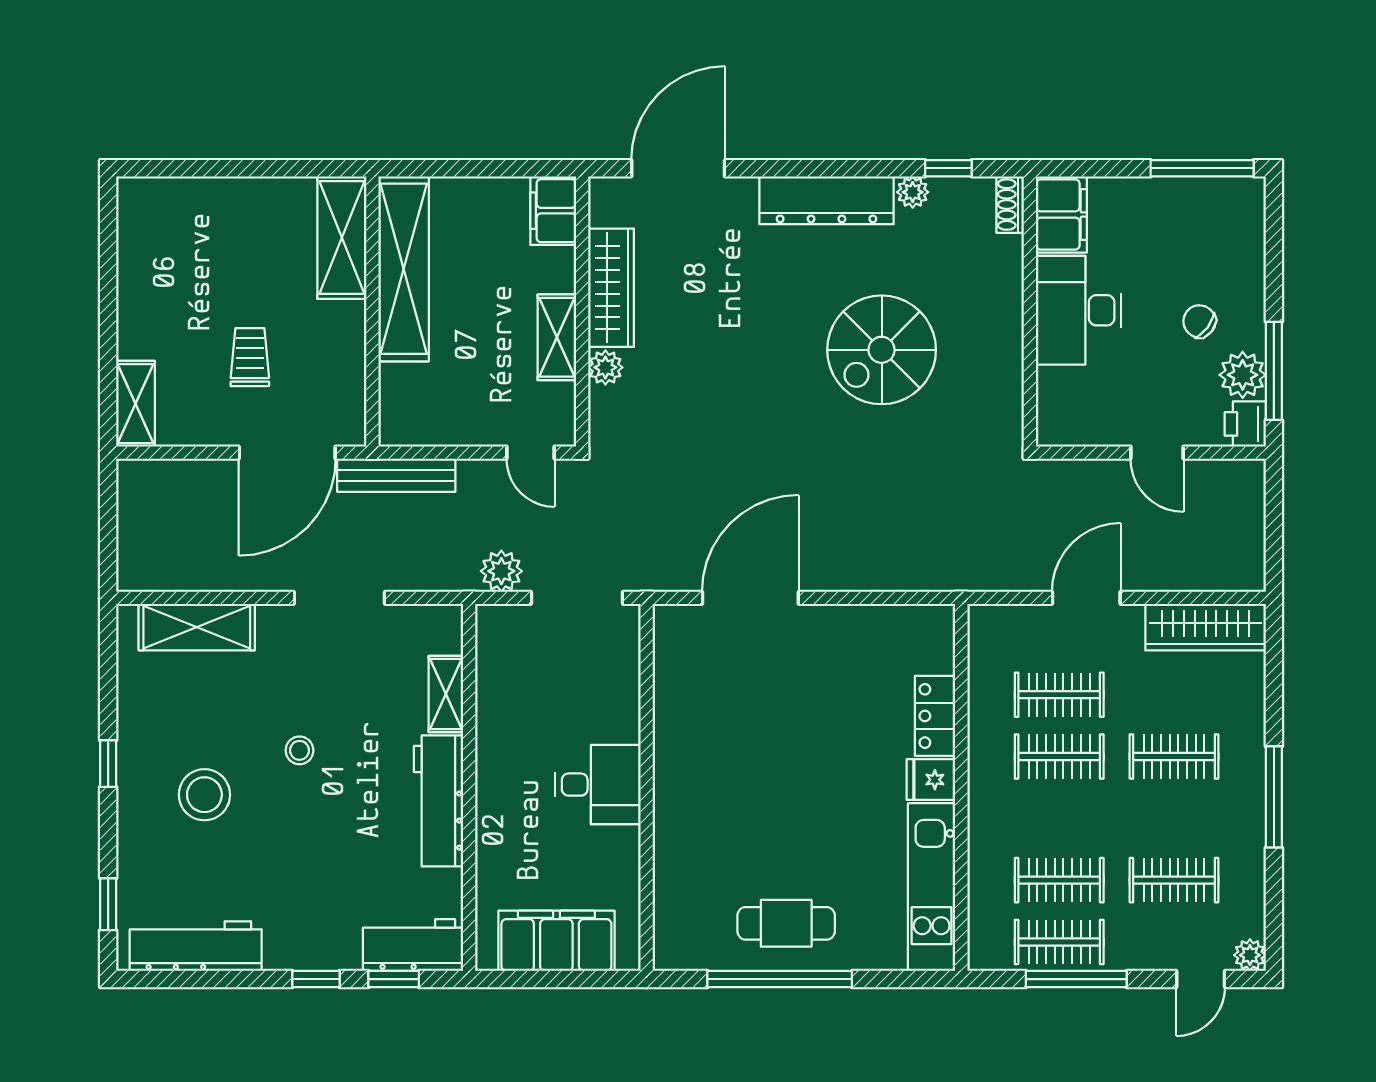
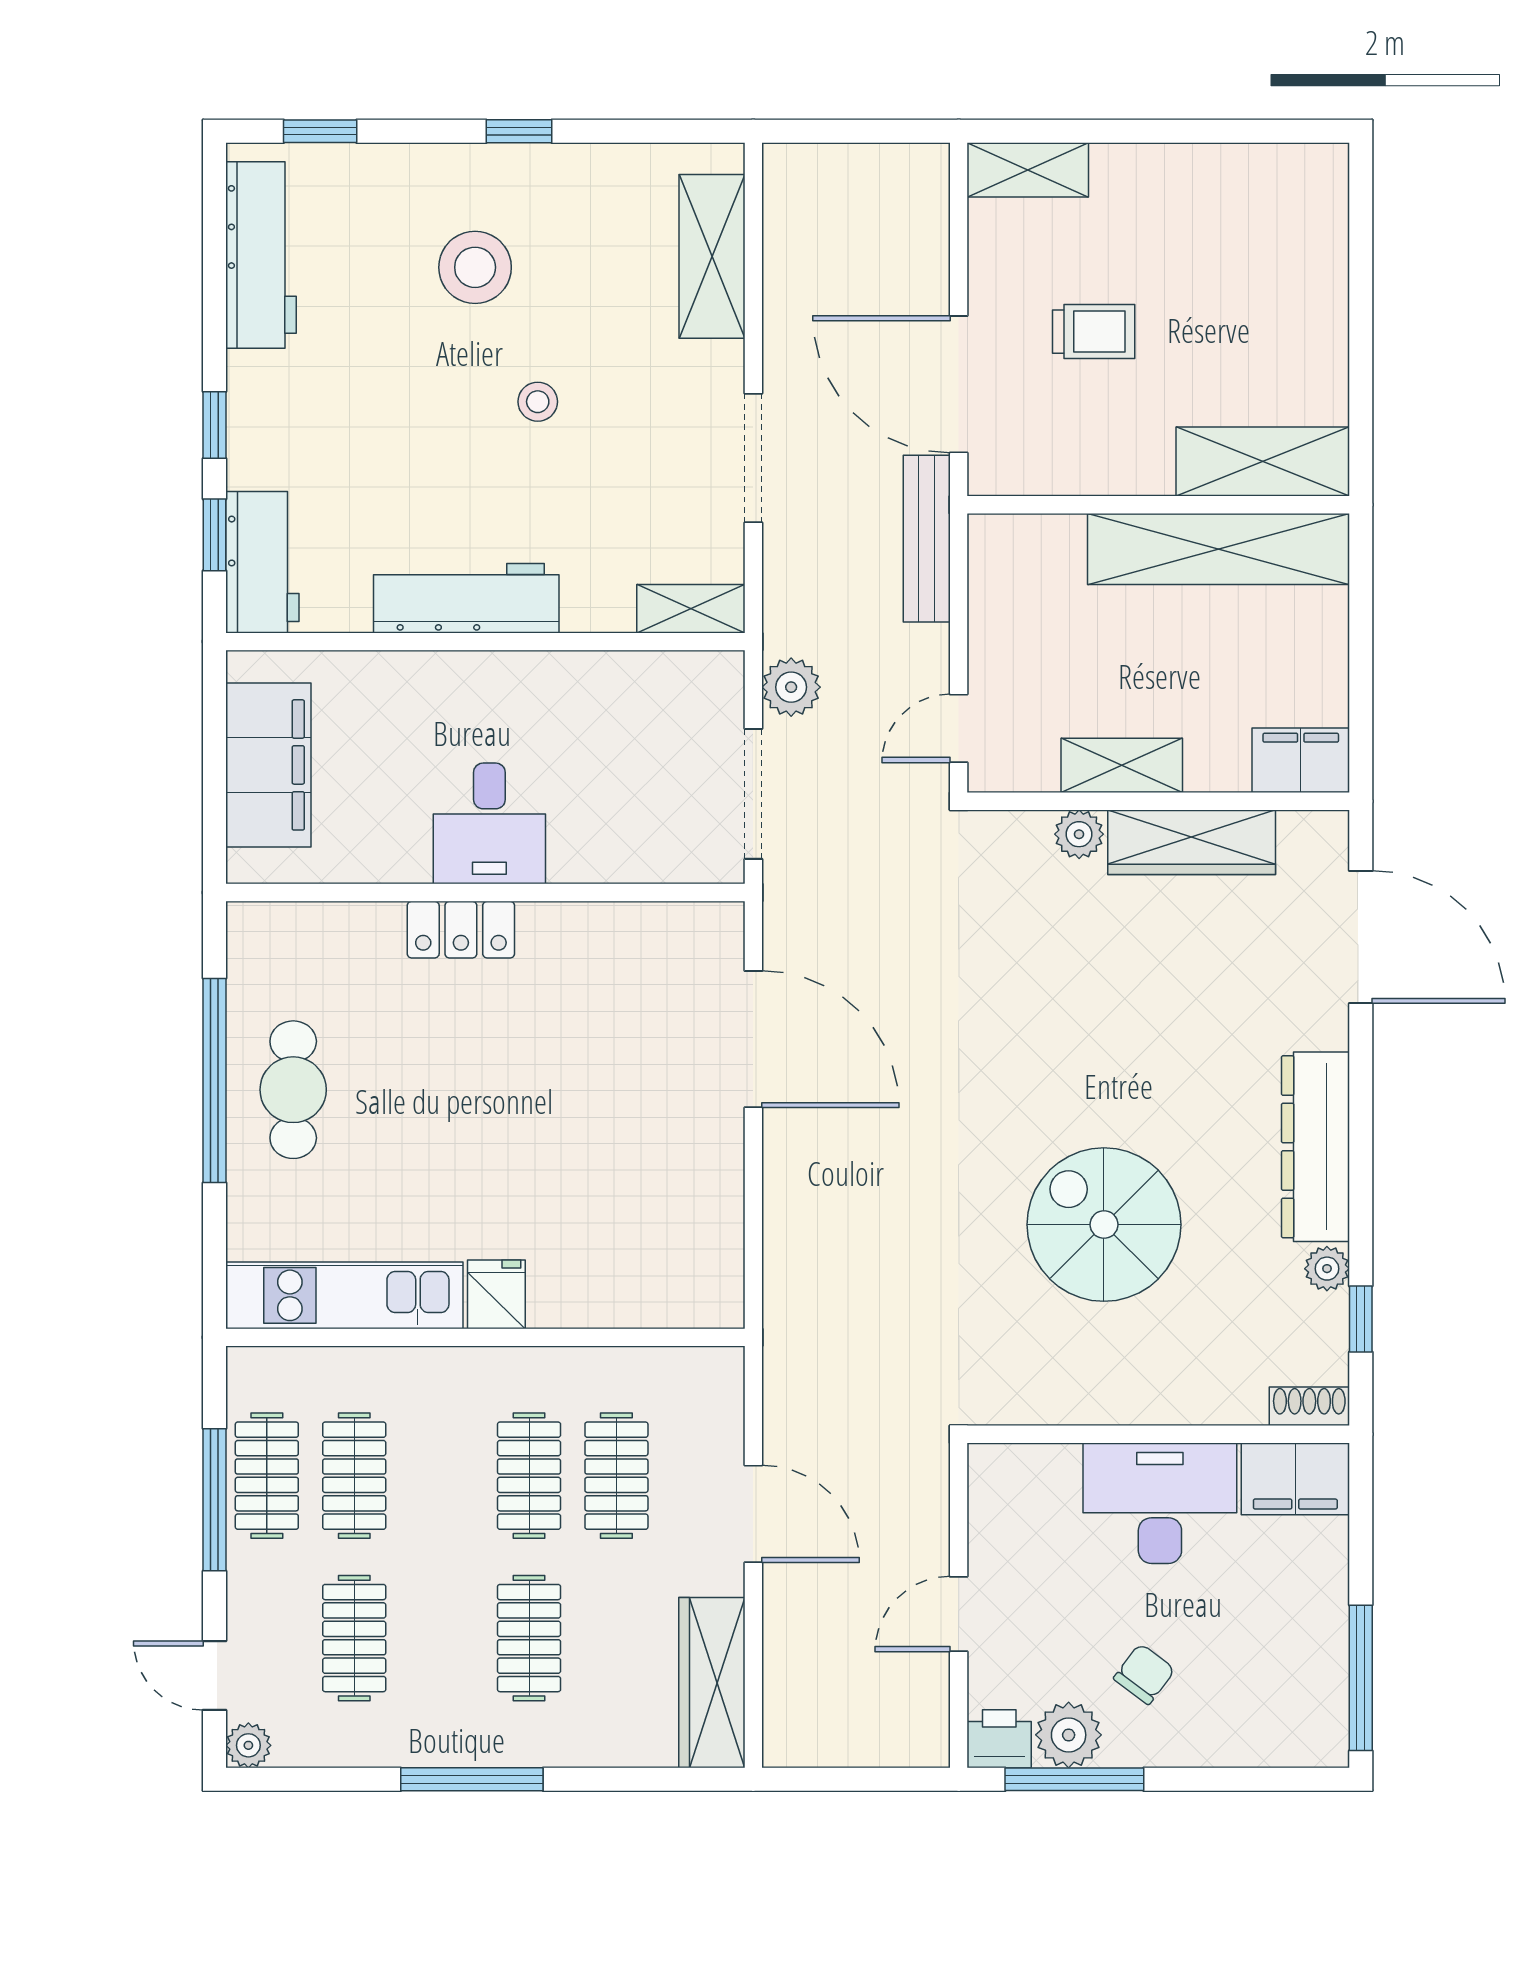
shelving: (446, 694) -> (691, 609), moved
locker: (935, 716) -> (461, 930), moved, turned 180

